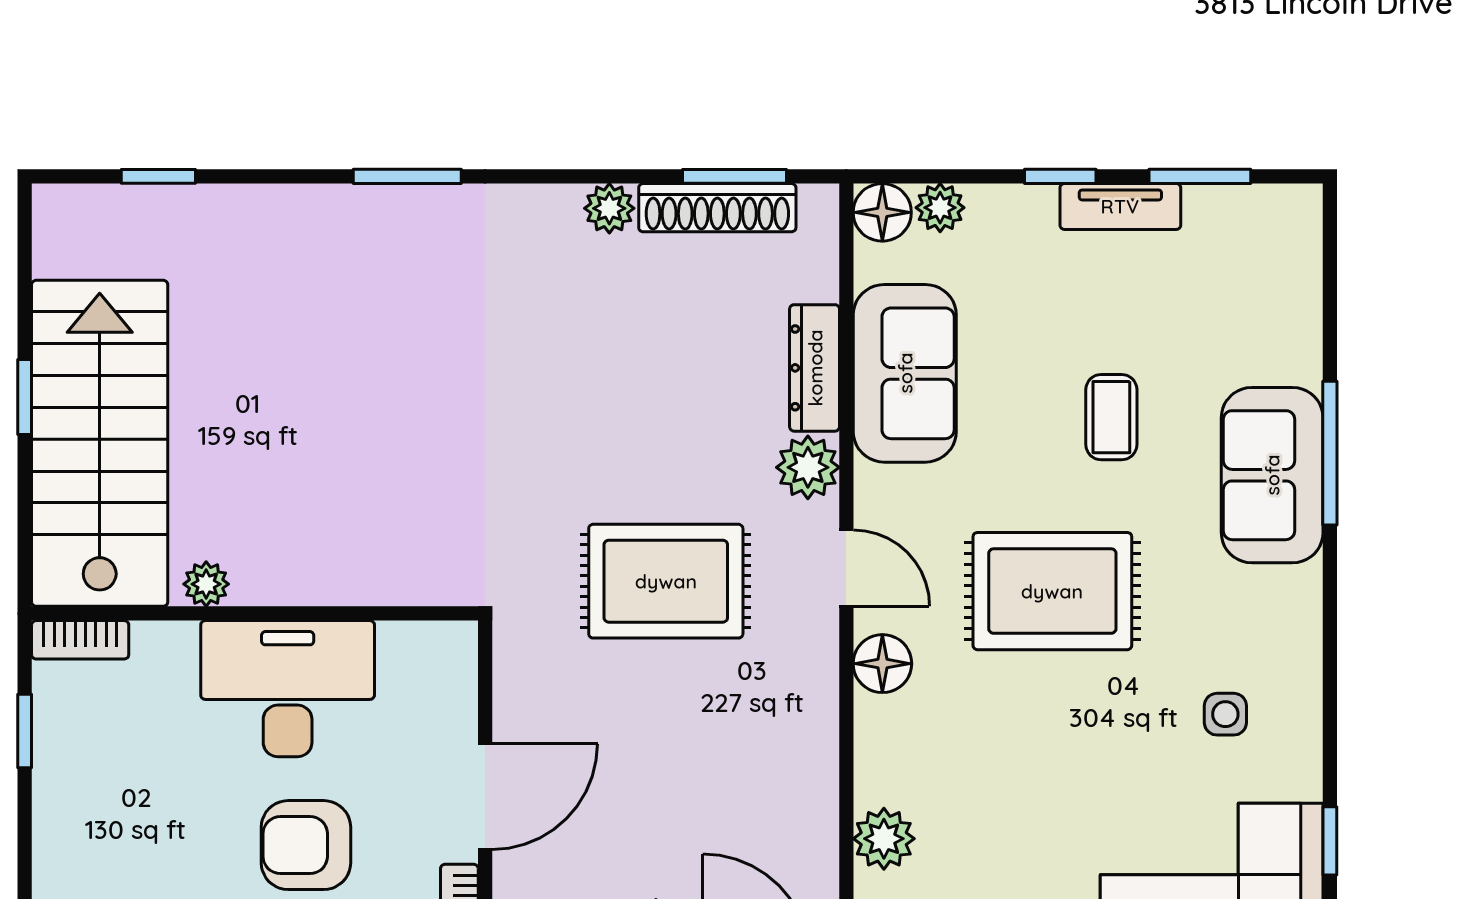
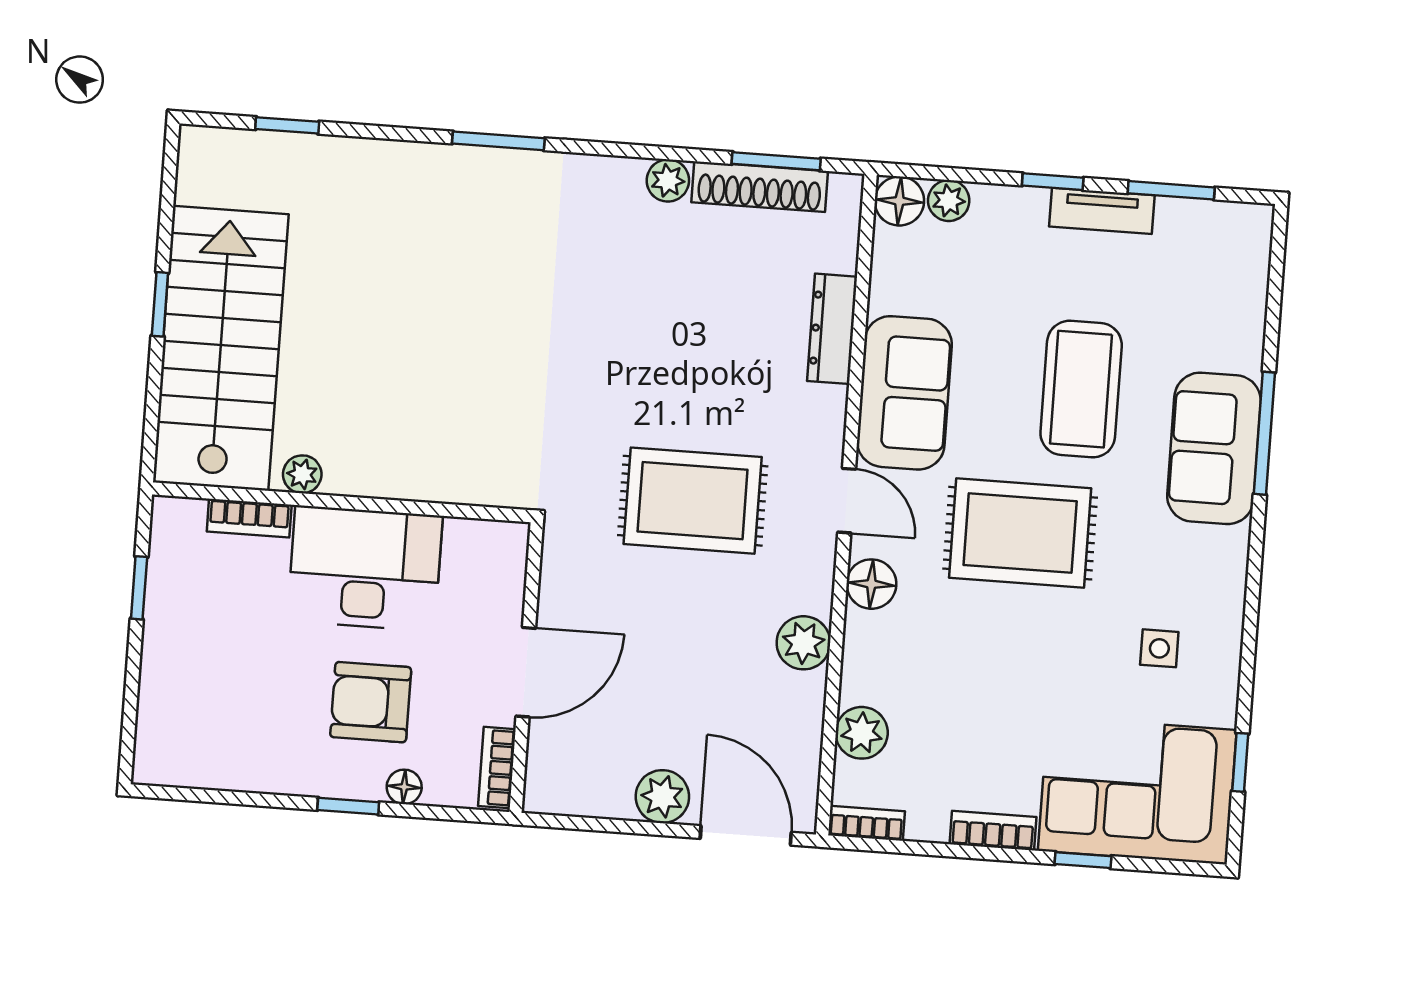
sofa: (905, 373) -> (904, 393), moved
coffee table: (1111, 417) -> (1081, 389), width x1.86, depth x1.72
plant: (808, 467) -> (803, 643), moved
bookcase: (80, 640) -> (249, 518), moved

